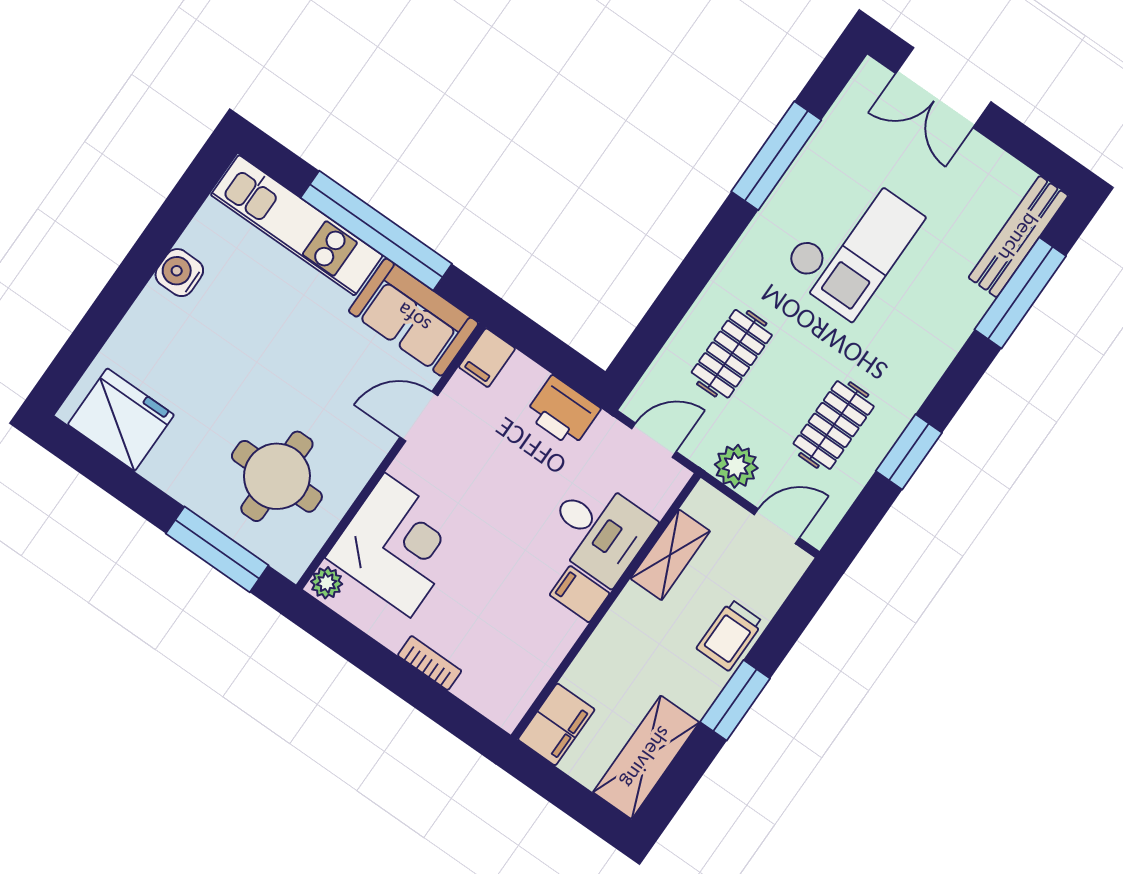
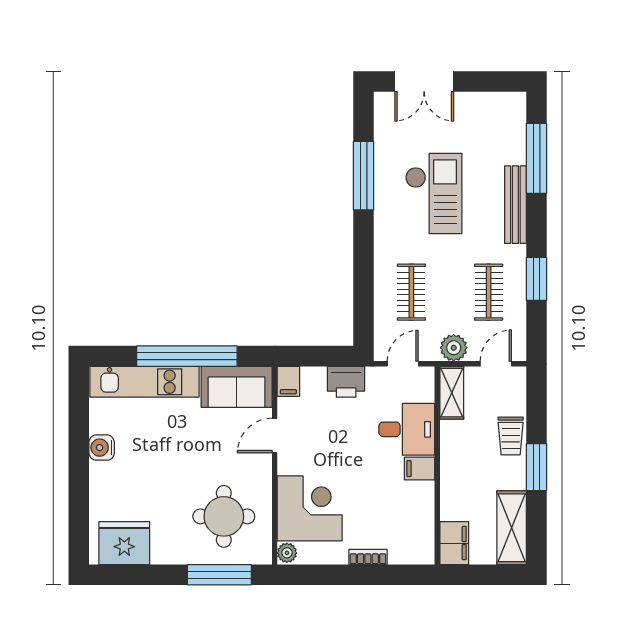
bench: (1018, 237) -> (515, 205), moved
shelving: (670, 555) -> (452, 393), moved

